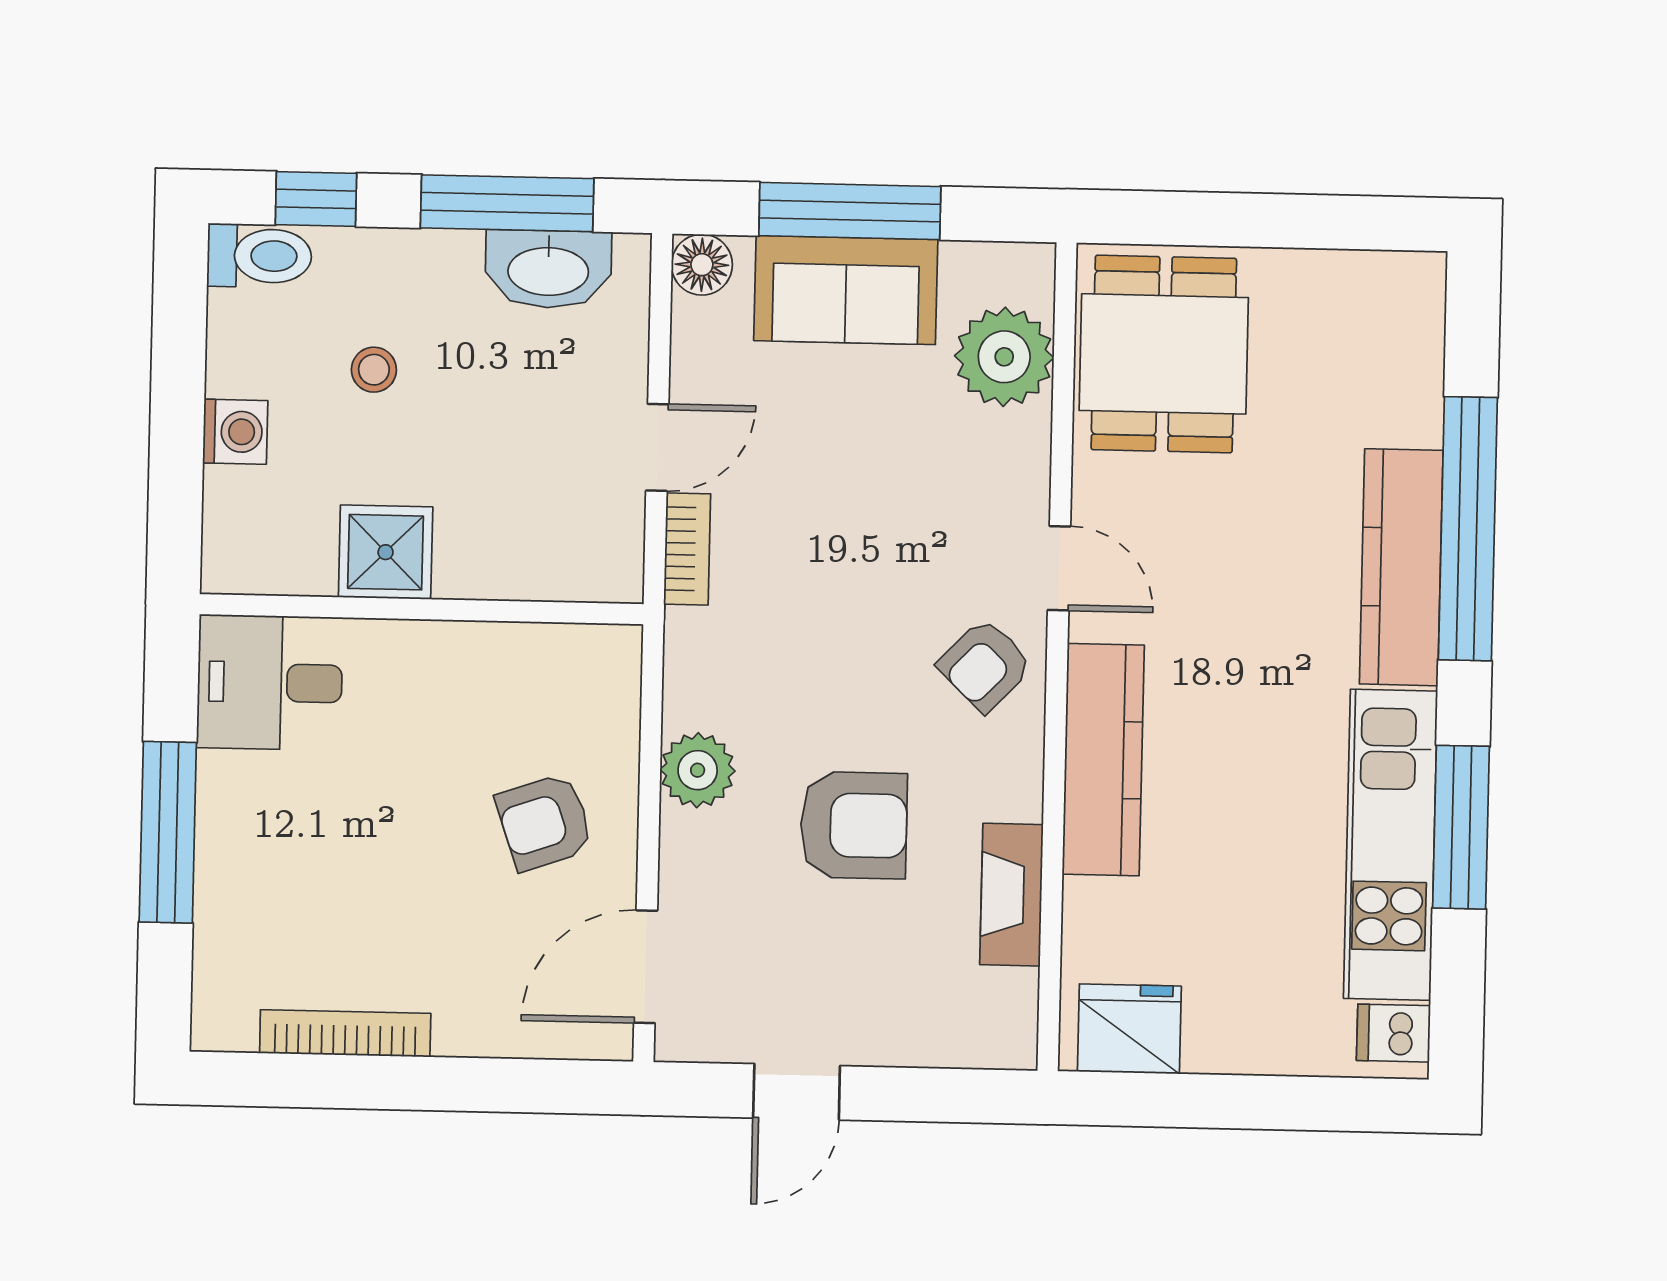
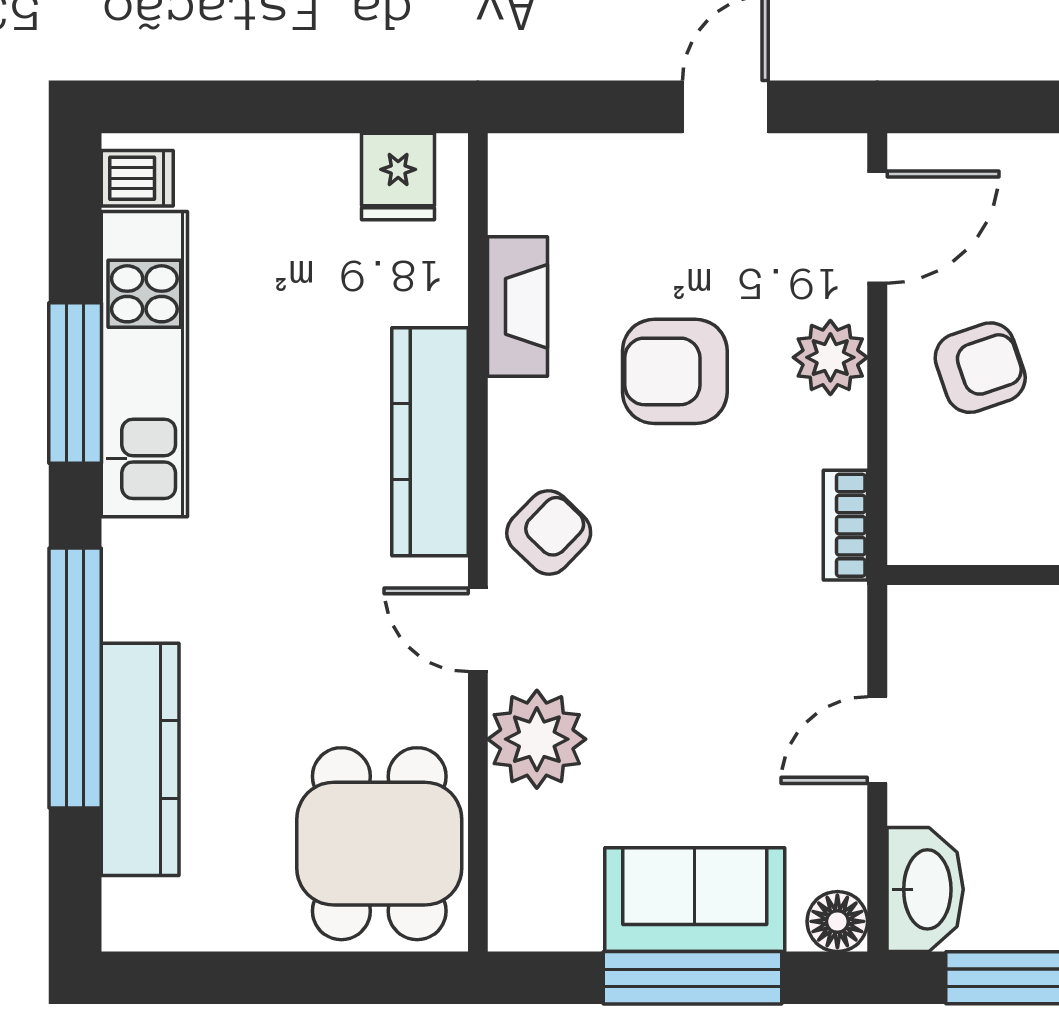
washbasin: (548, 269) -> (925, 889), moved, turned 90
plant: (1004, 357) -> (537, 739), moved
bookcase: (687, 549) -> (845, 525), moved
kitchen counter: (1401, 567) -> (140, 759), moved
plant: (698, 770) -> (830, 357), moved
fridge: (1129, 1029) -> (398, 176), width x0.72

